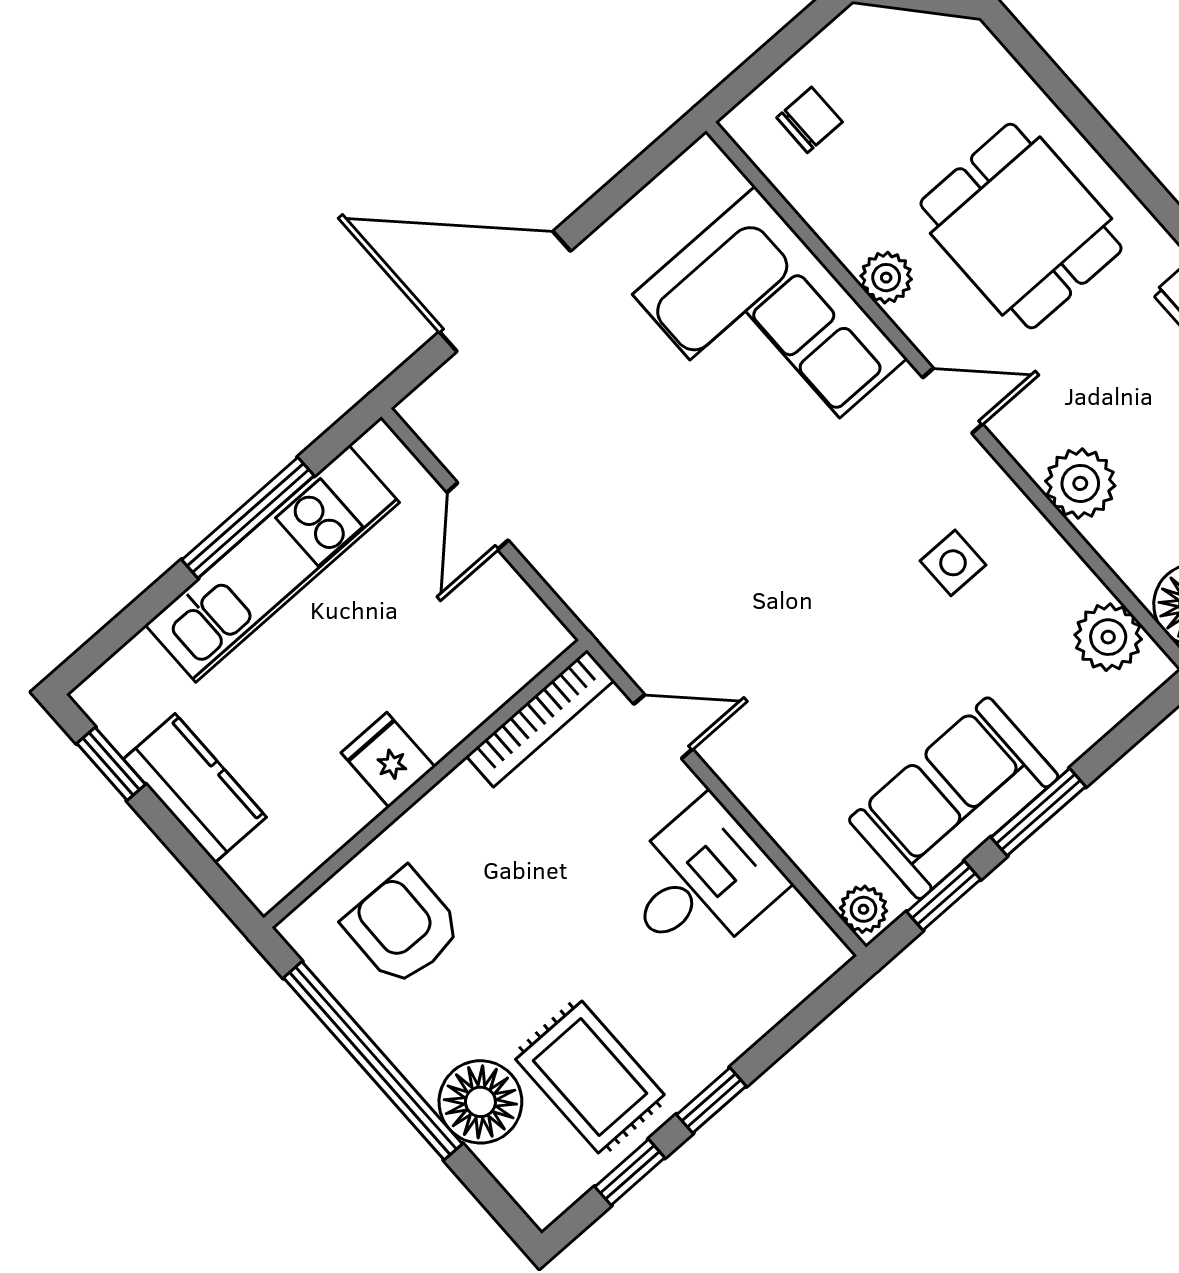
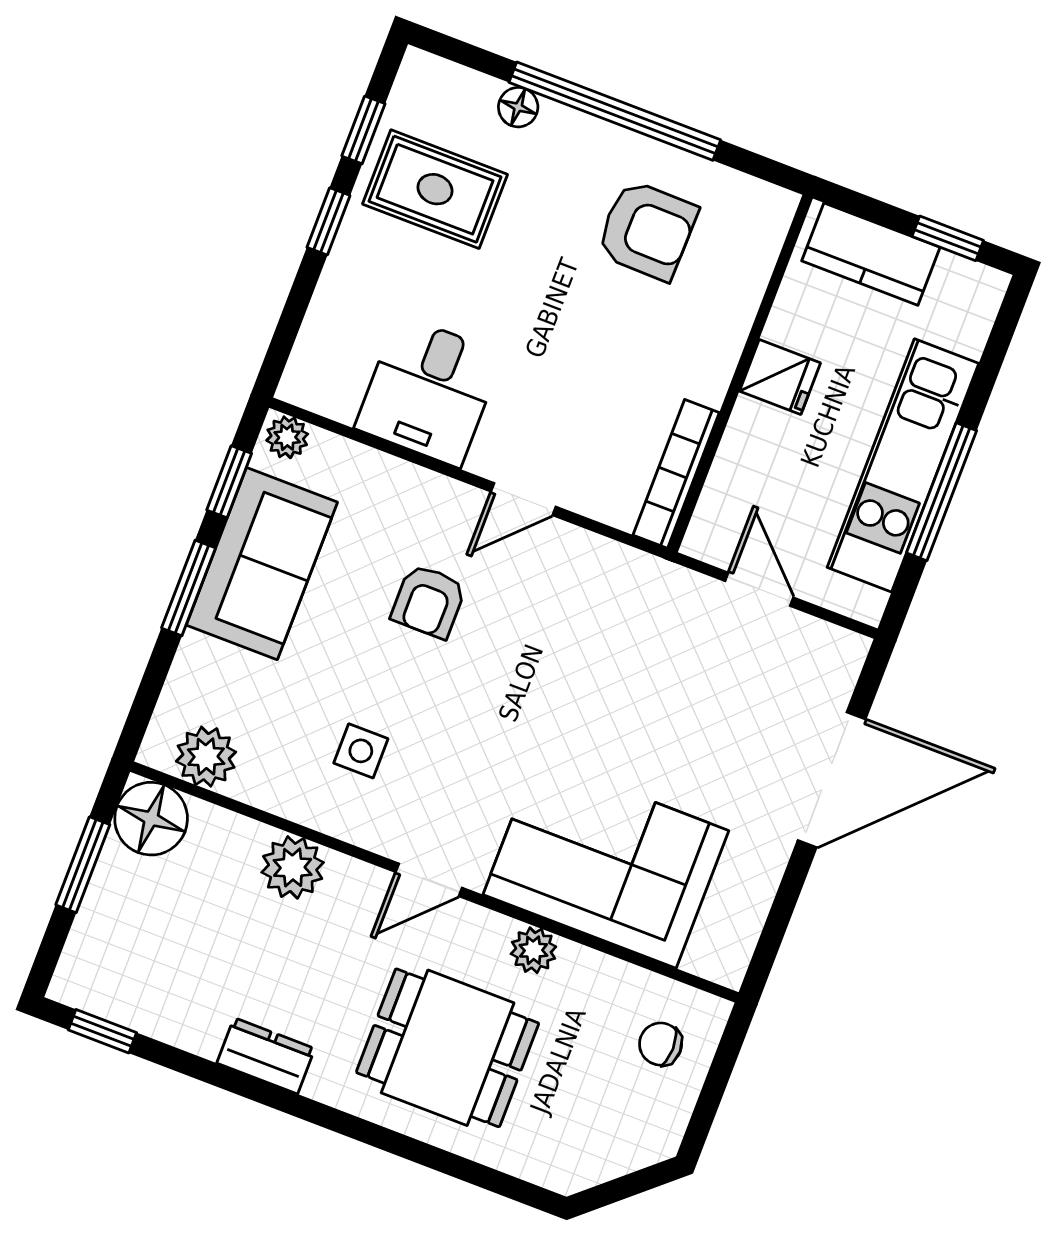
chair: (810, 120) -> (661, 1044), turned 90
armchair: (809, 675) -> (429, 601), added
bookcase: (540, 718) -> (676, 474), moved
fridge: (388, 760) -> (780, 377), moved
wall: (425, 784) -> (740, 373), moved
floor lamp: (480, 1102) -> (518, 107), width x0.53, depth x0.53

